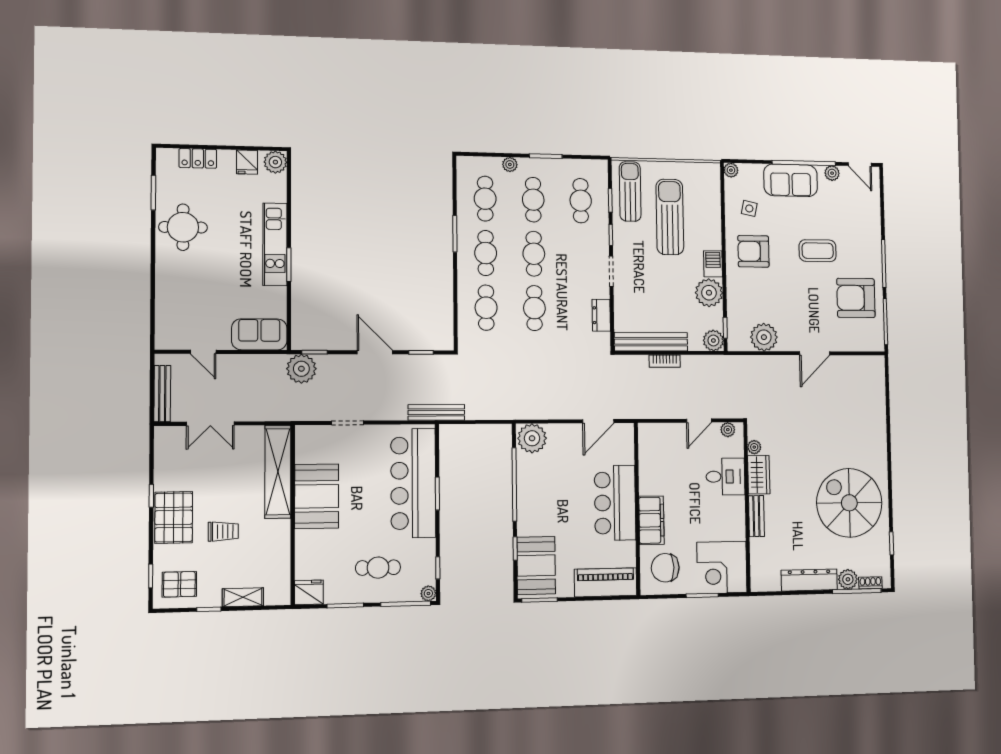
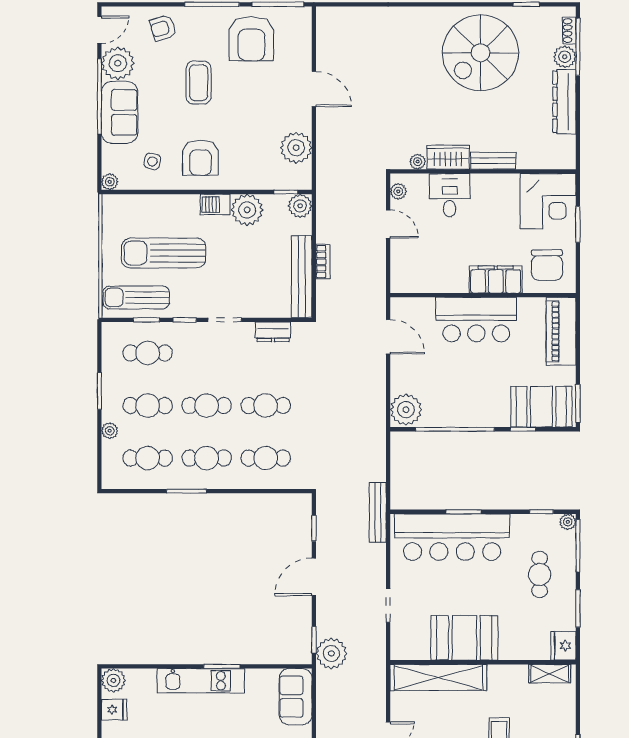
plant: (832, 173) -> (118, 63), width x1.87, depth x1.87
armchair: (863, 220) -> (163, 28), added
shelving: (243, 597) -> (550, 674), moved, turned 90

